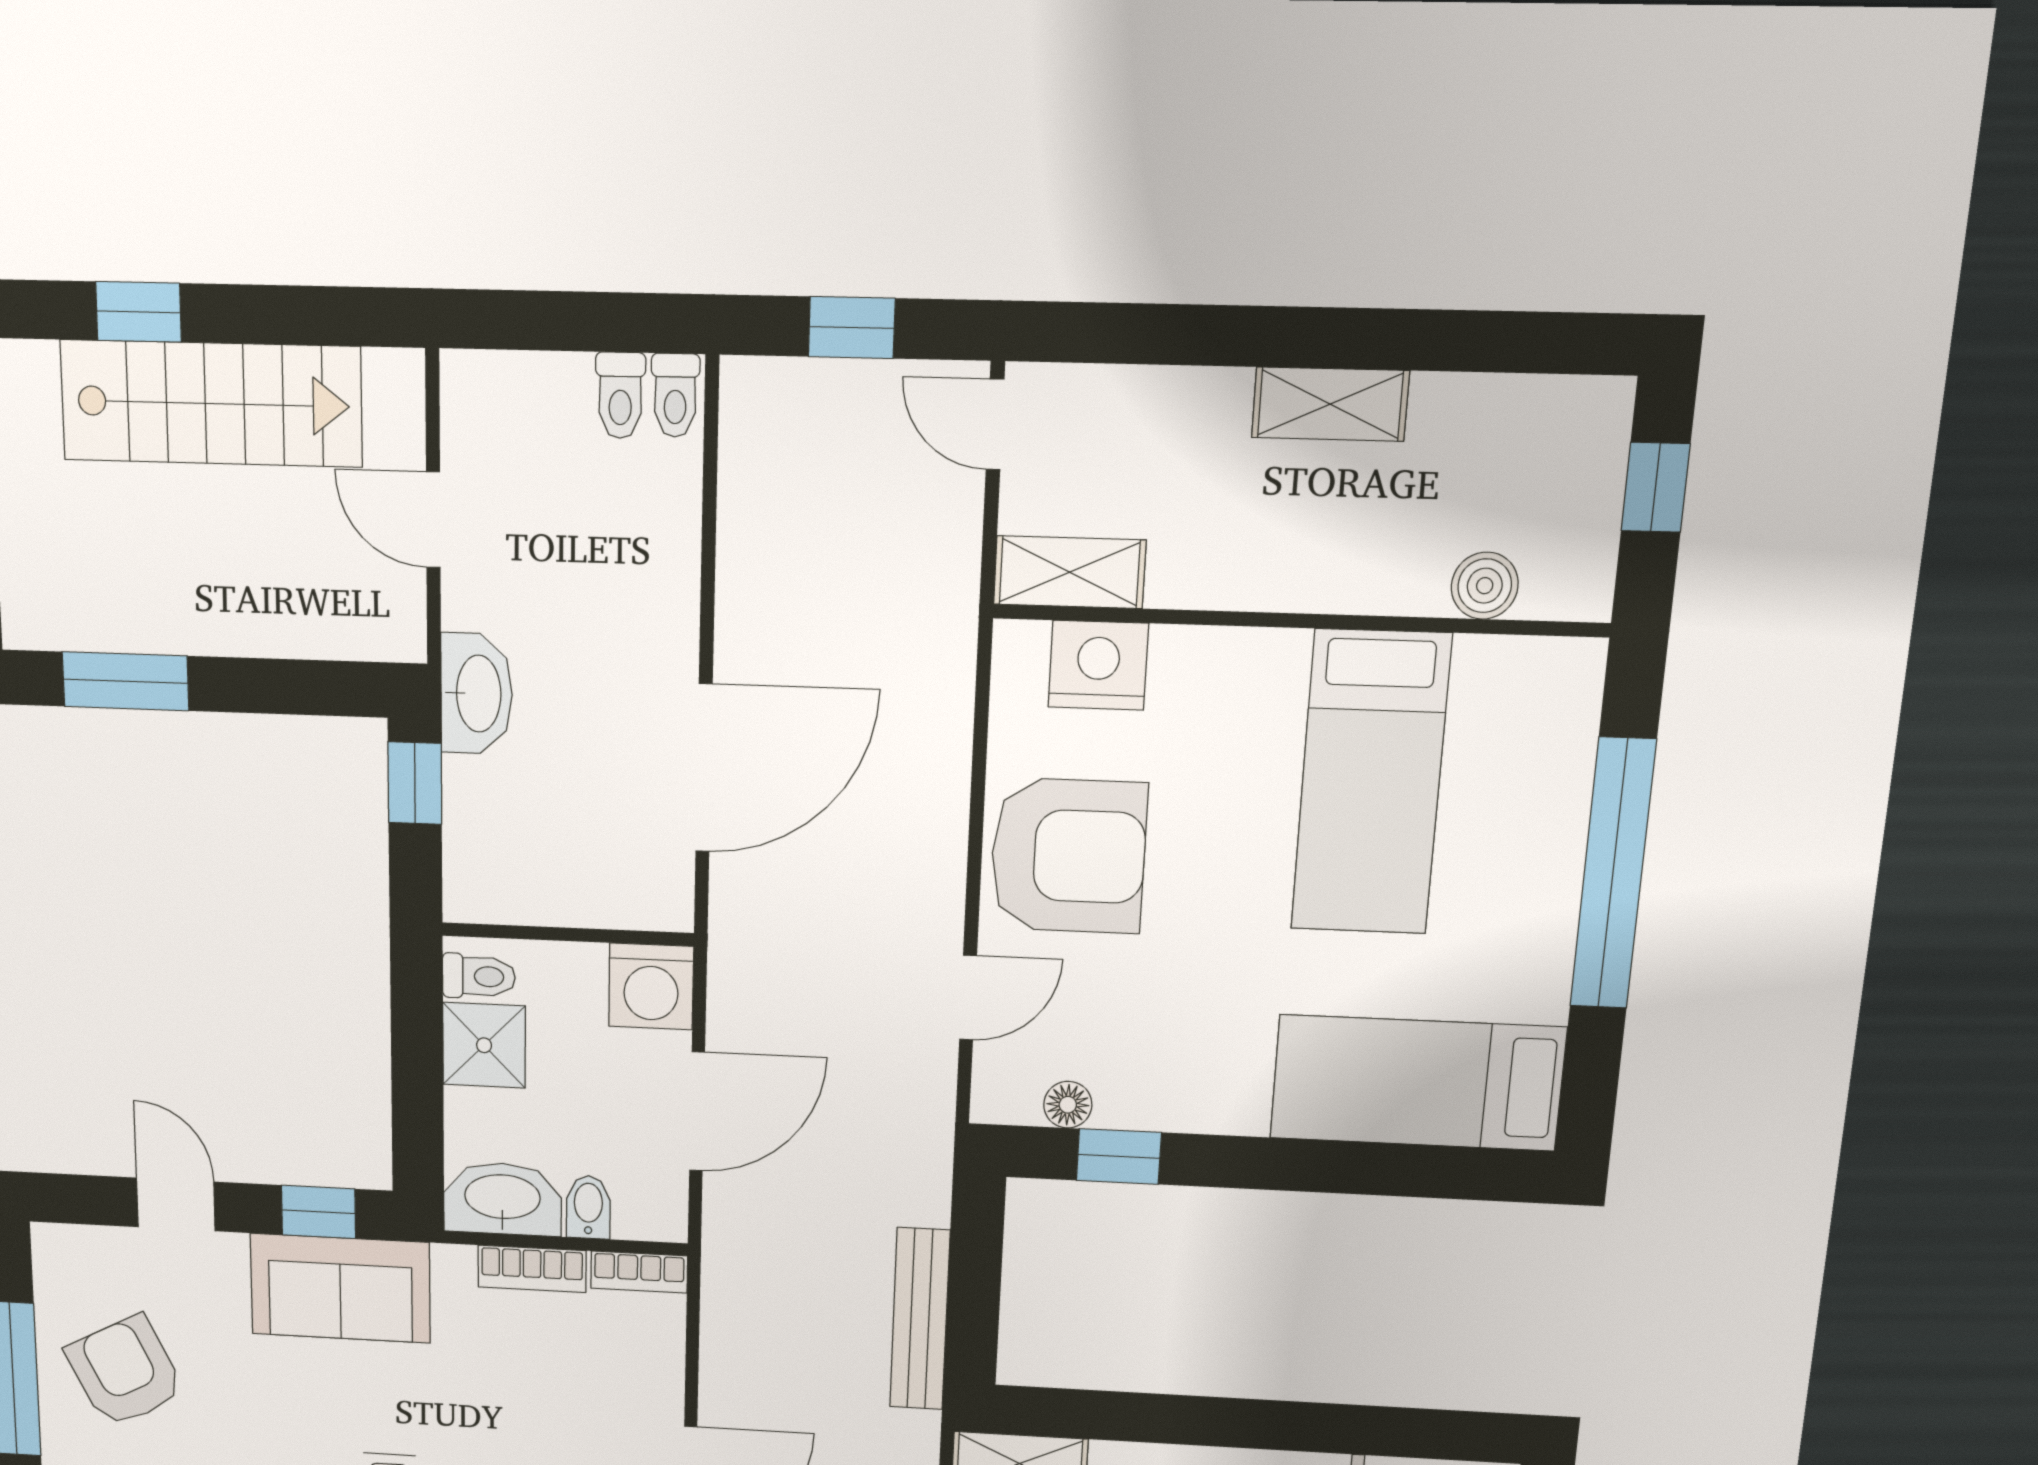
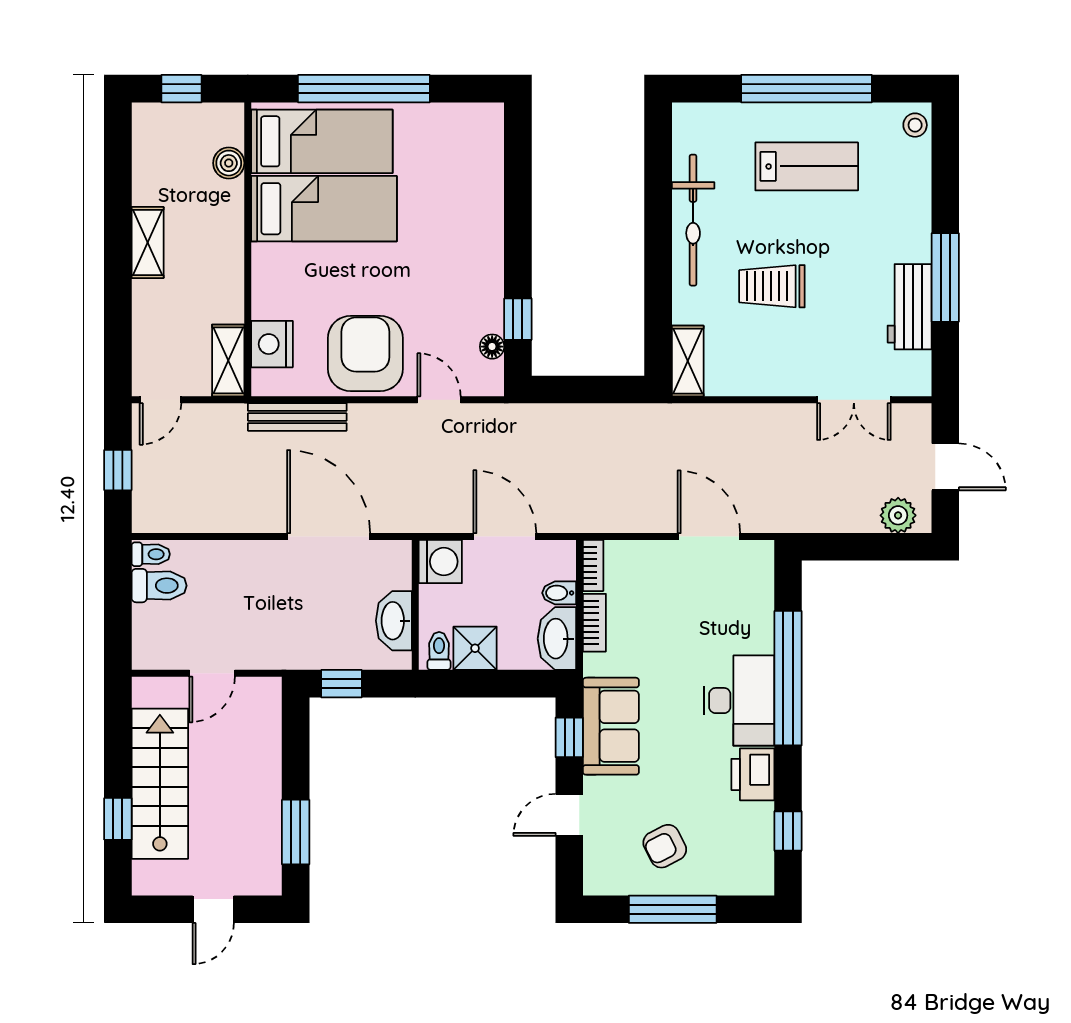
toilet: (620, 395) -> (159, 586), width x1.37, depth x1.39
washbasin: (477, 694) -> (394, 621), moved, turned -90
bed: (1417, 1083) -> (322, 141), moved, turned -90
bench: (920, 1319) -> (297, 417), moved
armchair: (125, 1371) -> (665, 846), width x0.72, depth x0.72

